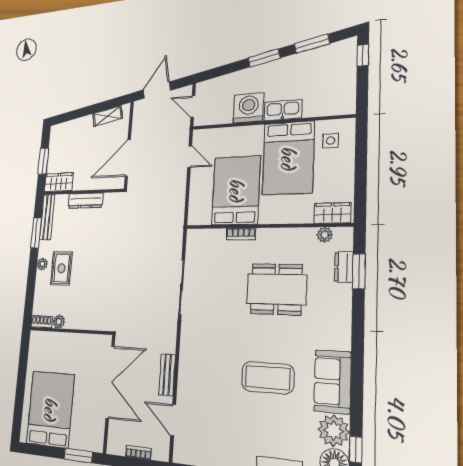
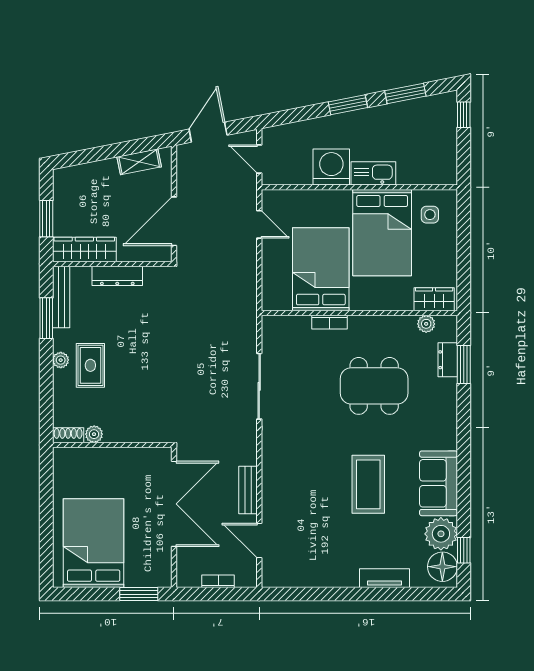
wardrobe: (59, 182) -> (84, 249), width x1.50
coffee table: (268, 378) -> (368, 484), turned 90

